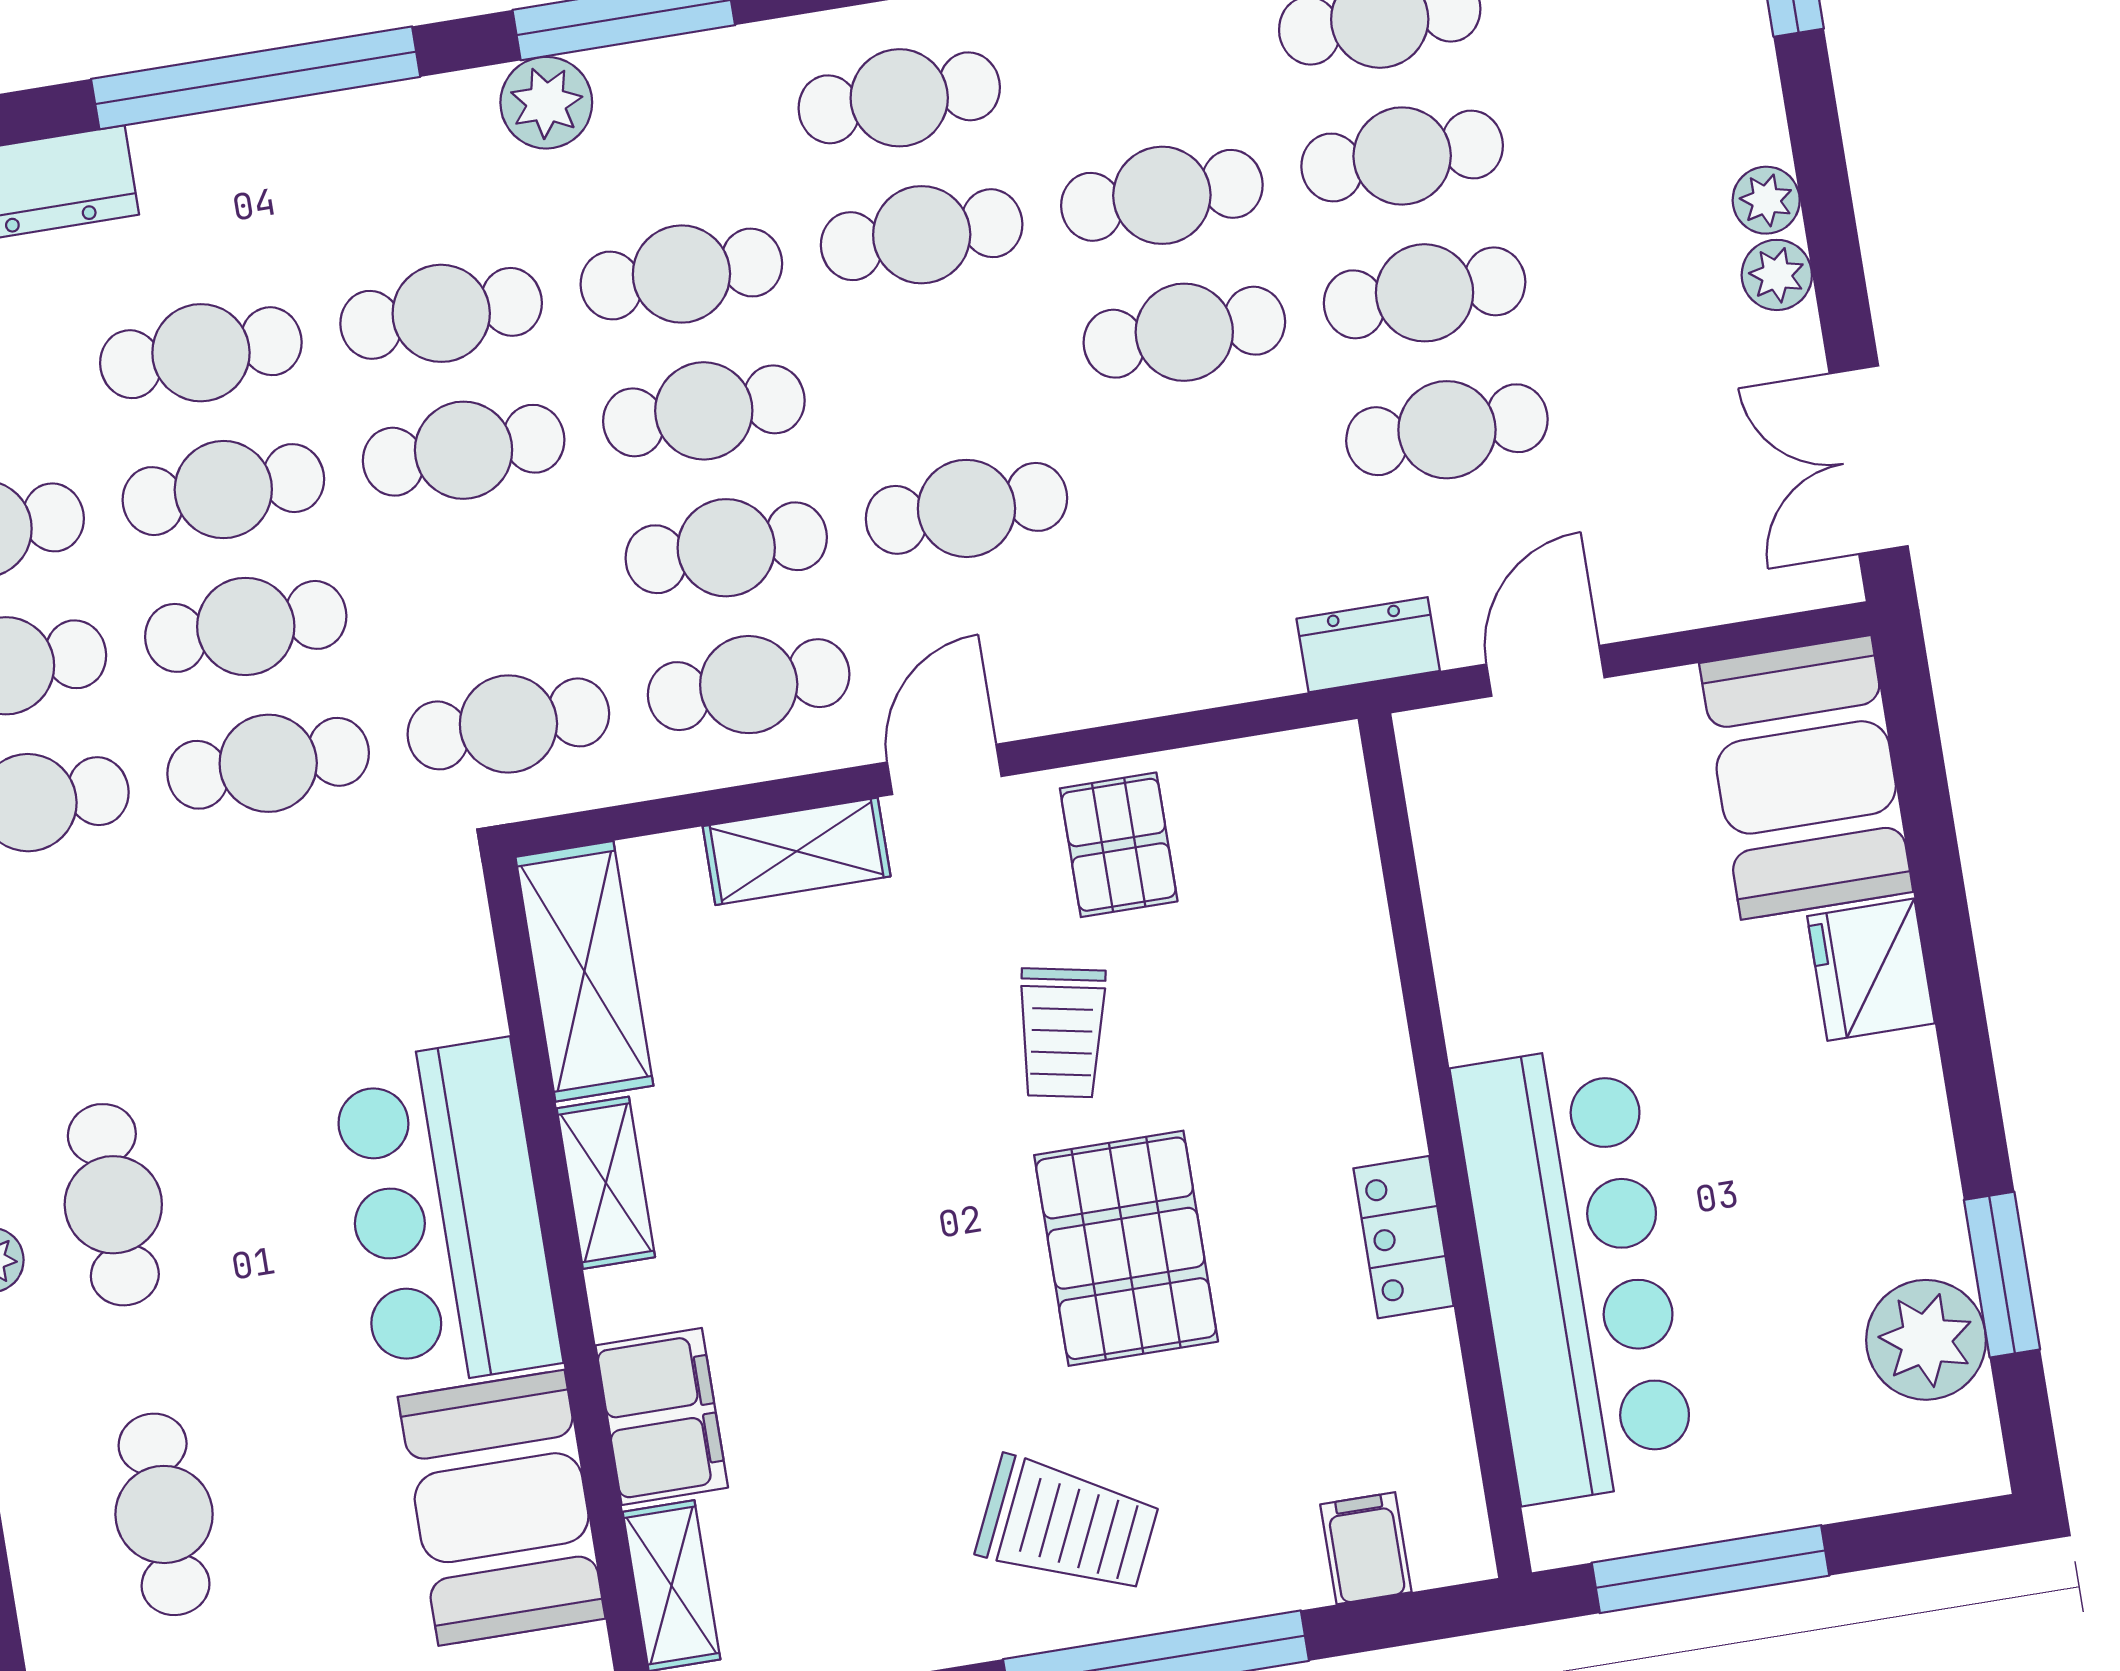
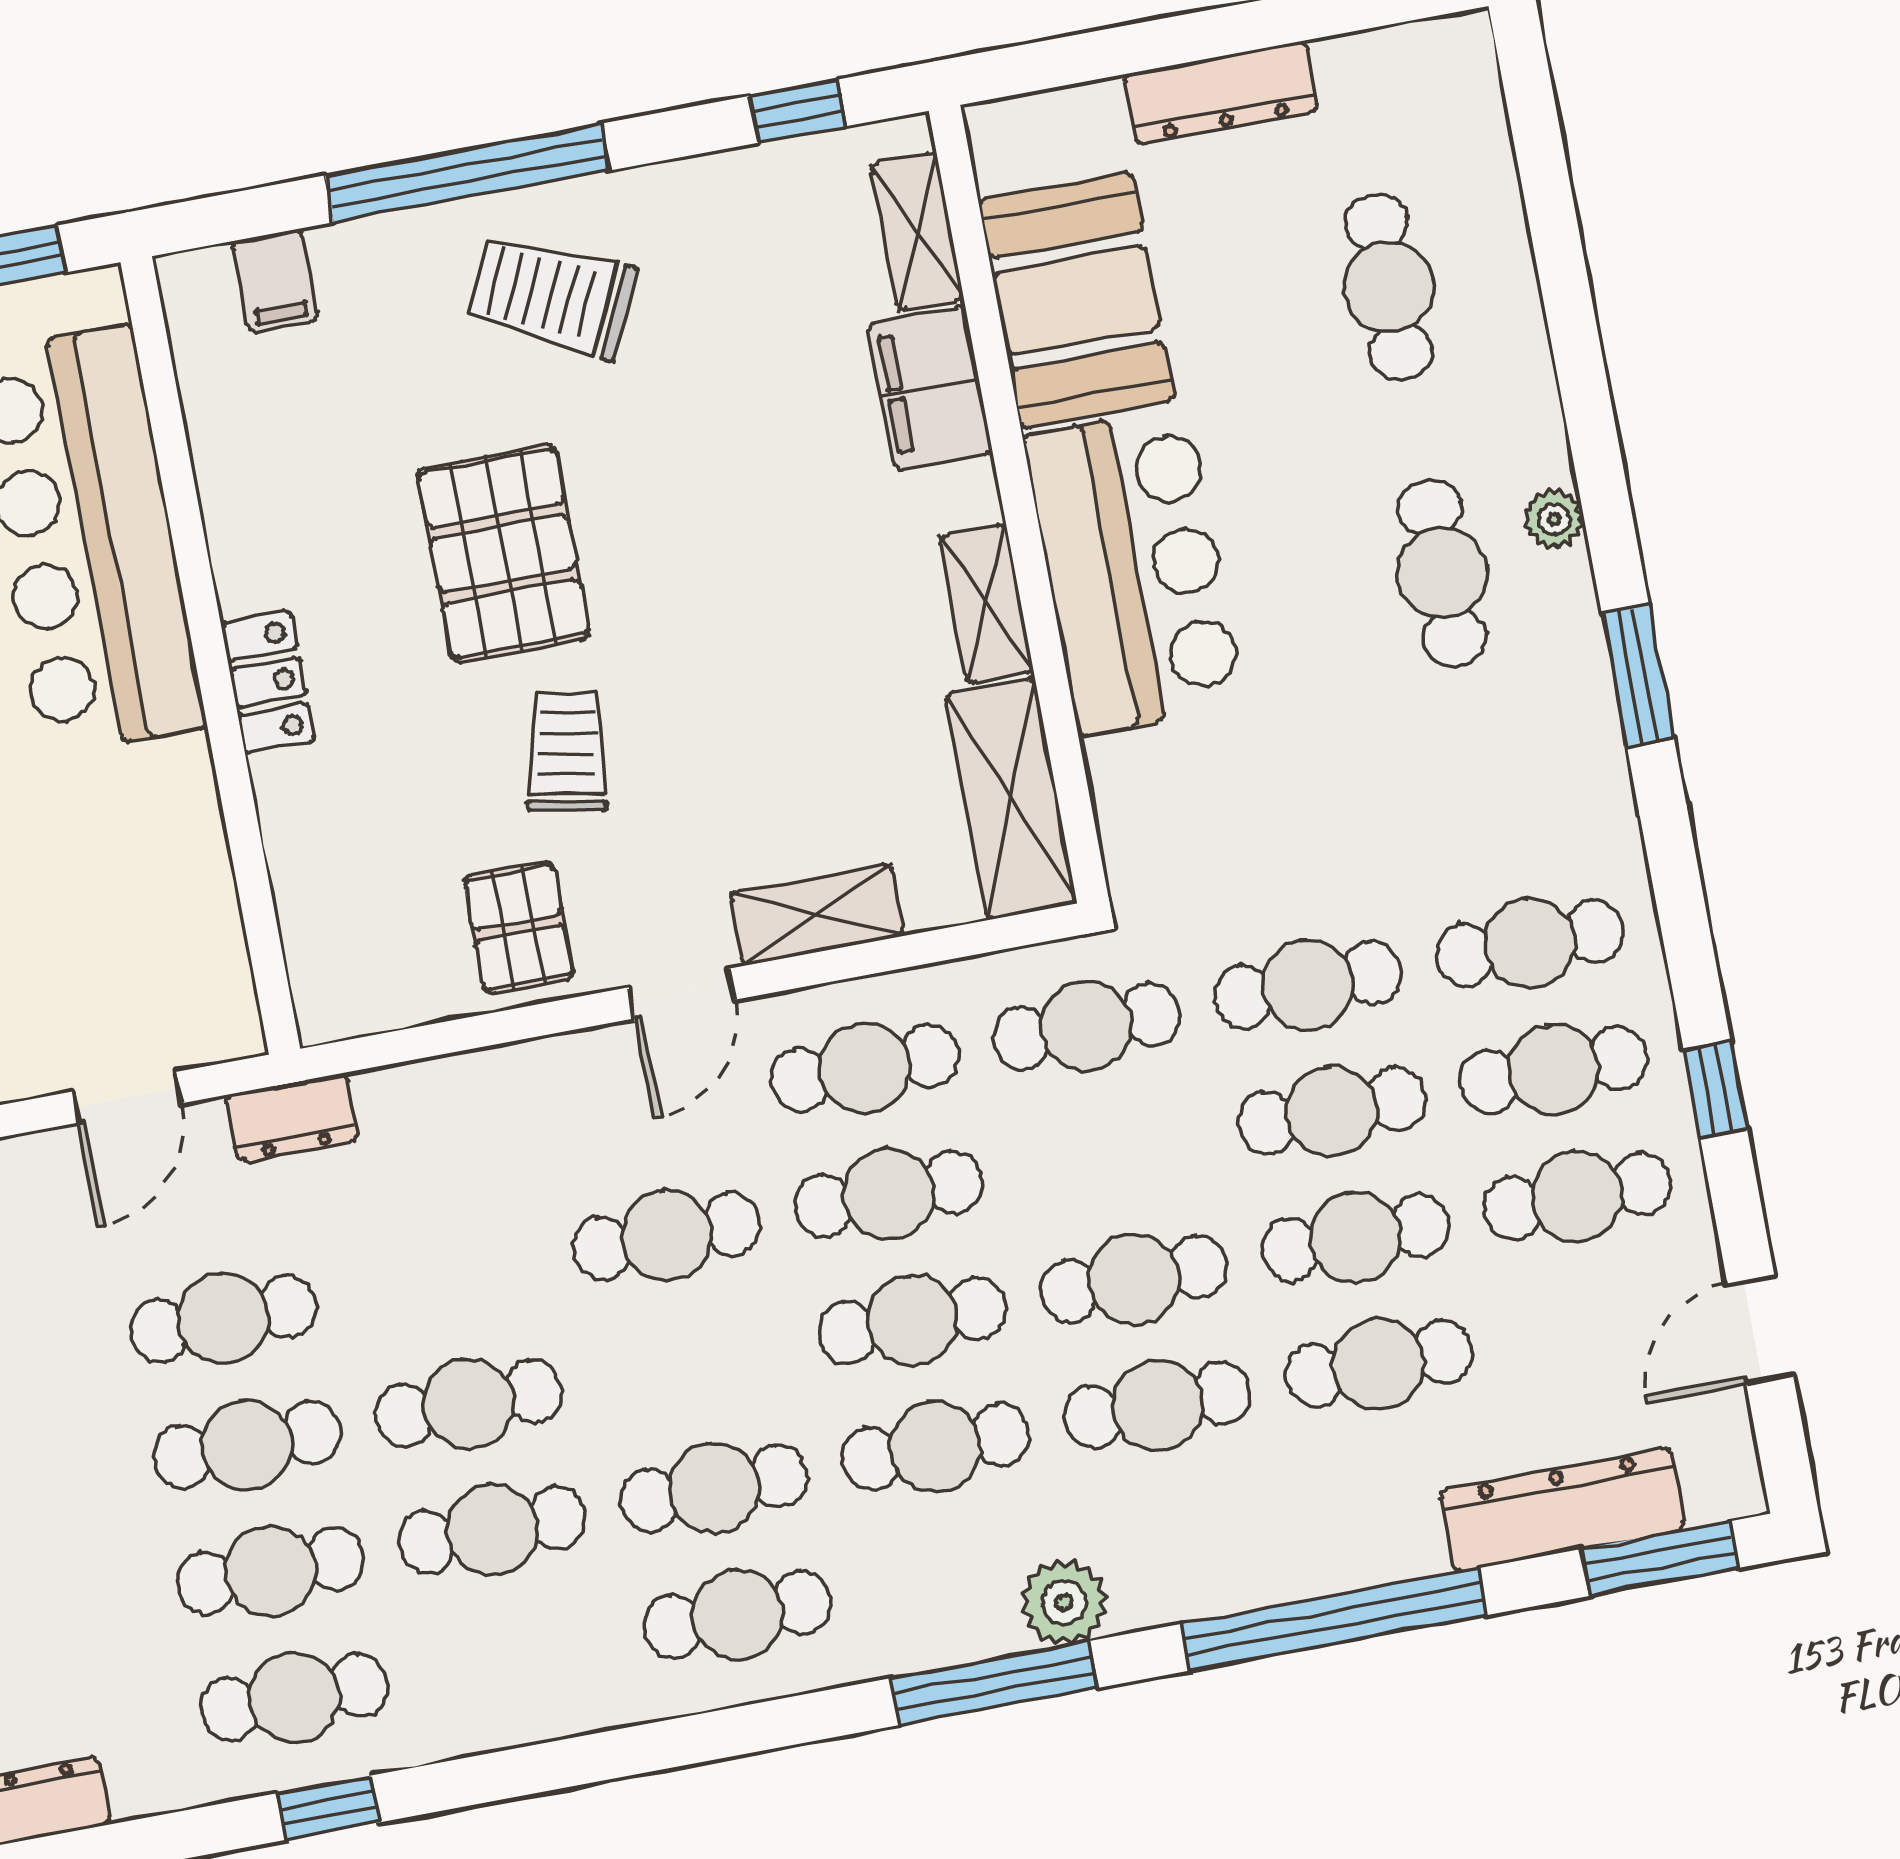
locker: (1403, 1237) -> (268, 682), moved

